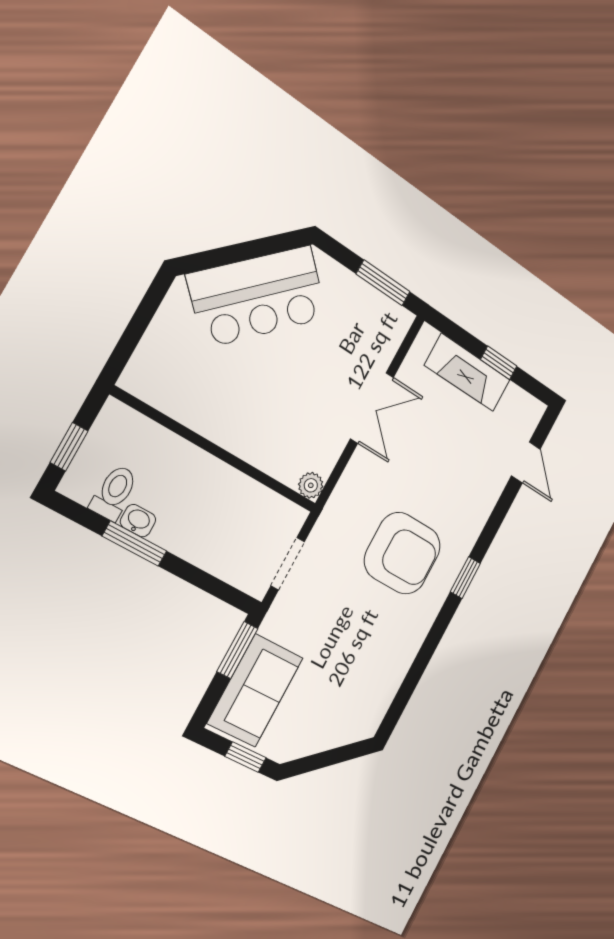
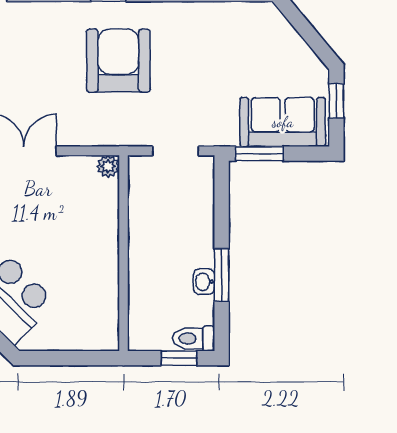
toilet: (114, 493) -> (193, 338), moved

